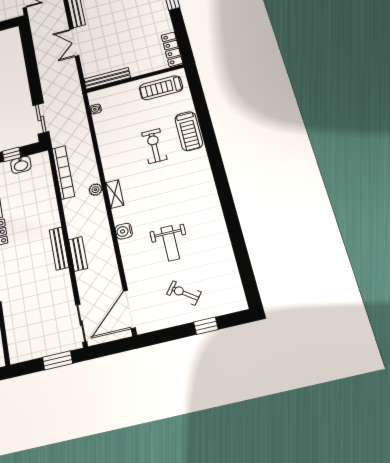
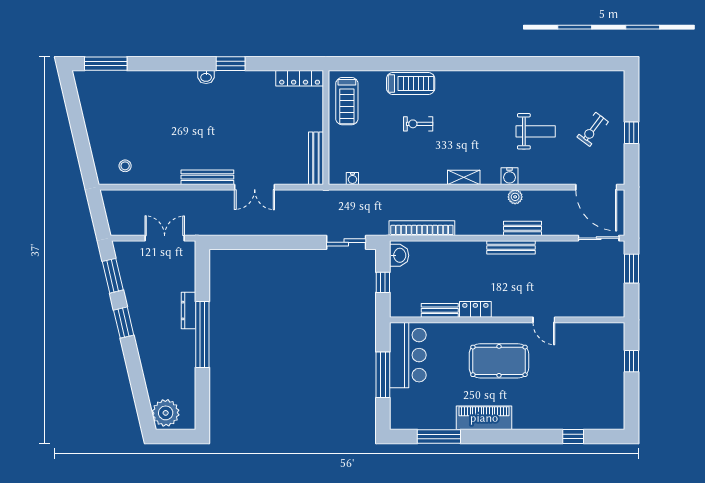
exercise bike: (154, 146) -> (418, 124), width x0.73, depth x0.72
washbasin: (21, 165) -> (399, 255), moved
plant: (95, 190) -> (515, 197), moved
window: (206, 326) -> (632, 133), moved

